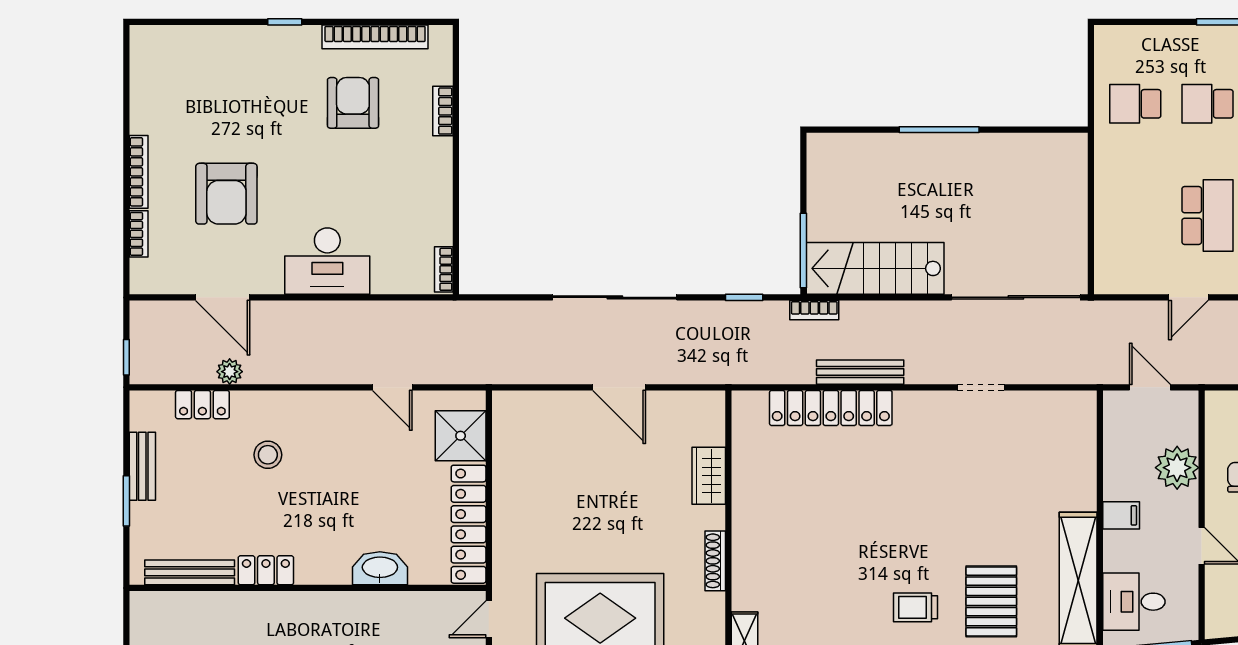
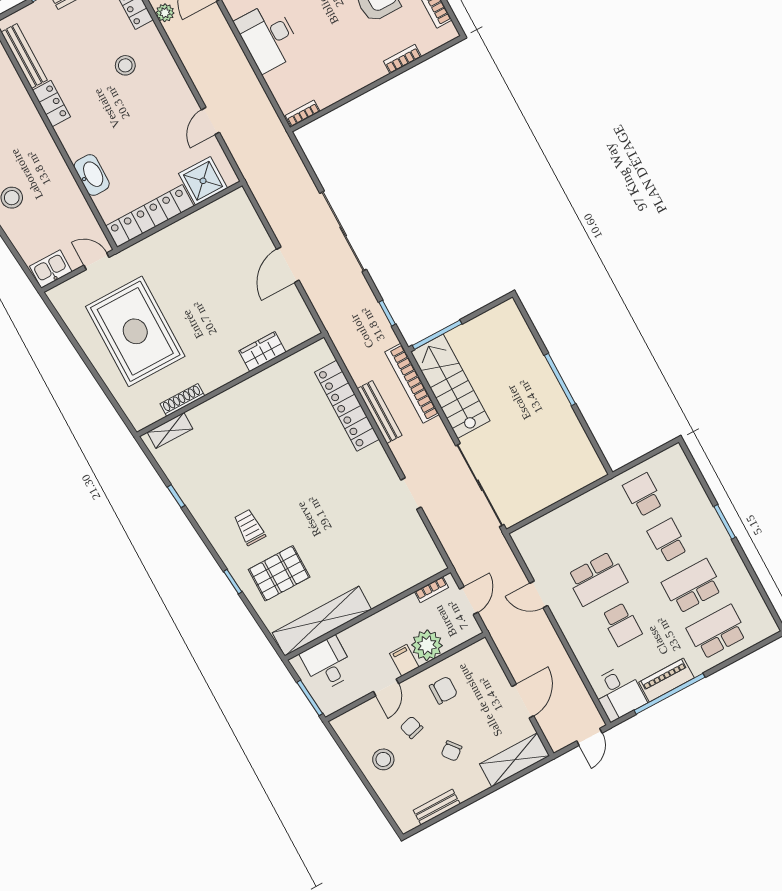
bookcase: (814, 310) -> (412, 383), width x2.31, depth x1.31
bookcase: (1112, 425) -> (431, 590), added
filing cabinet: (1121, 515) -> (404, 660), moved, turned 180
shoe rack: (715, 561) -> (182, 400), moved

